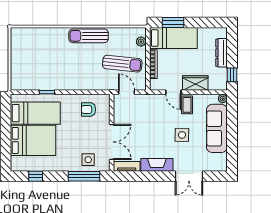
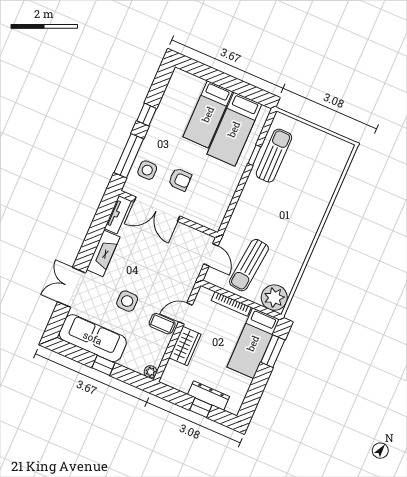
sun lounger: (89, 36) -> (274, 156), moved
plant: (141, 42) -> (274, 298), width x1.88, depth x1.88
window: (232, 75) -> (201, 408), moved
door: (127, 92) -> (211, 255), hinge flipped
armchair: (89, 109) -> (180, 180), moved, turned 90
sofa: (217, 128) -> (93, 338), moved
window: (232, 132) -> (103, 365), added
bed: (33, 140) -> (208, 114), width x0.67
window: (36, 176) -> (147, 115), moved

